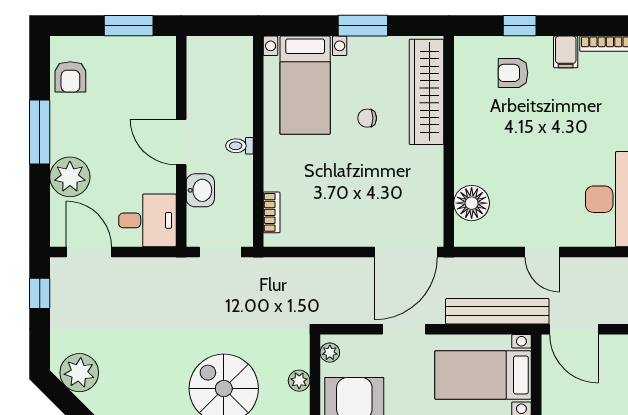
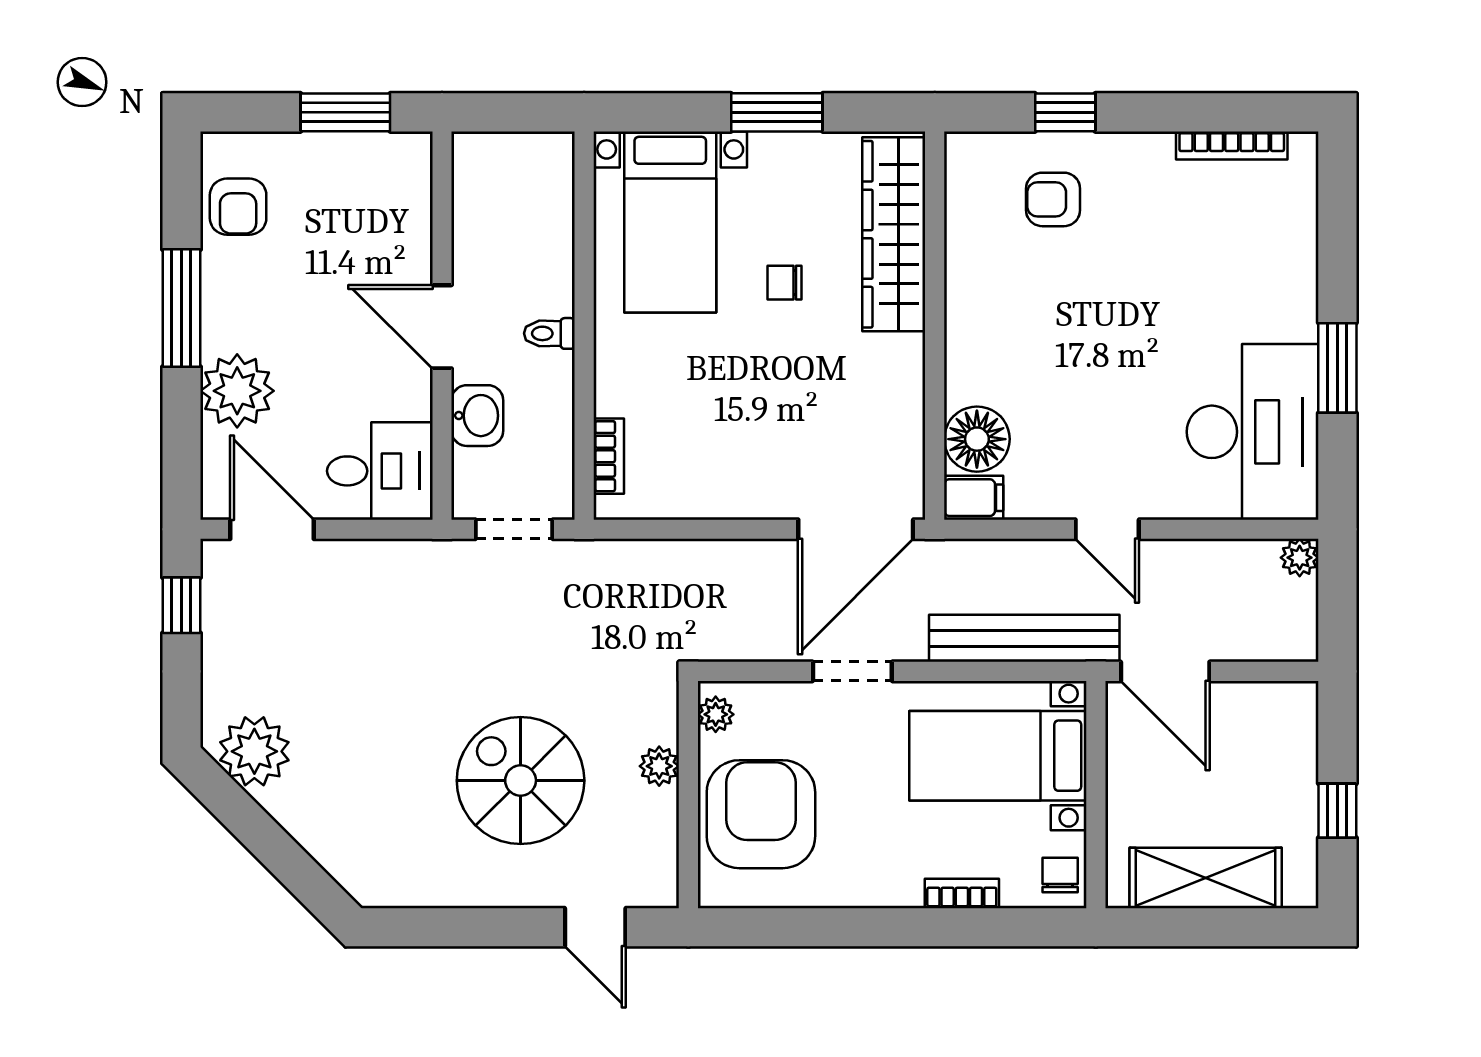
filing cabinet: (566, 52) -> (974, 498), moved, turned -90

